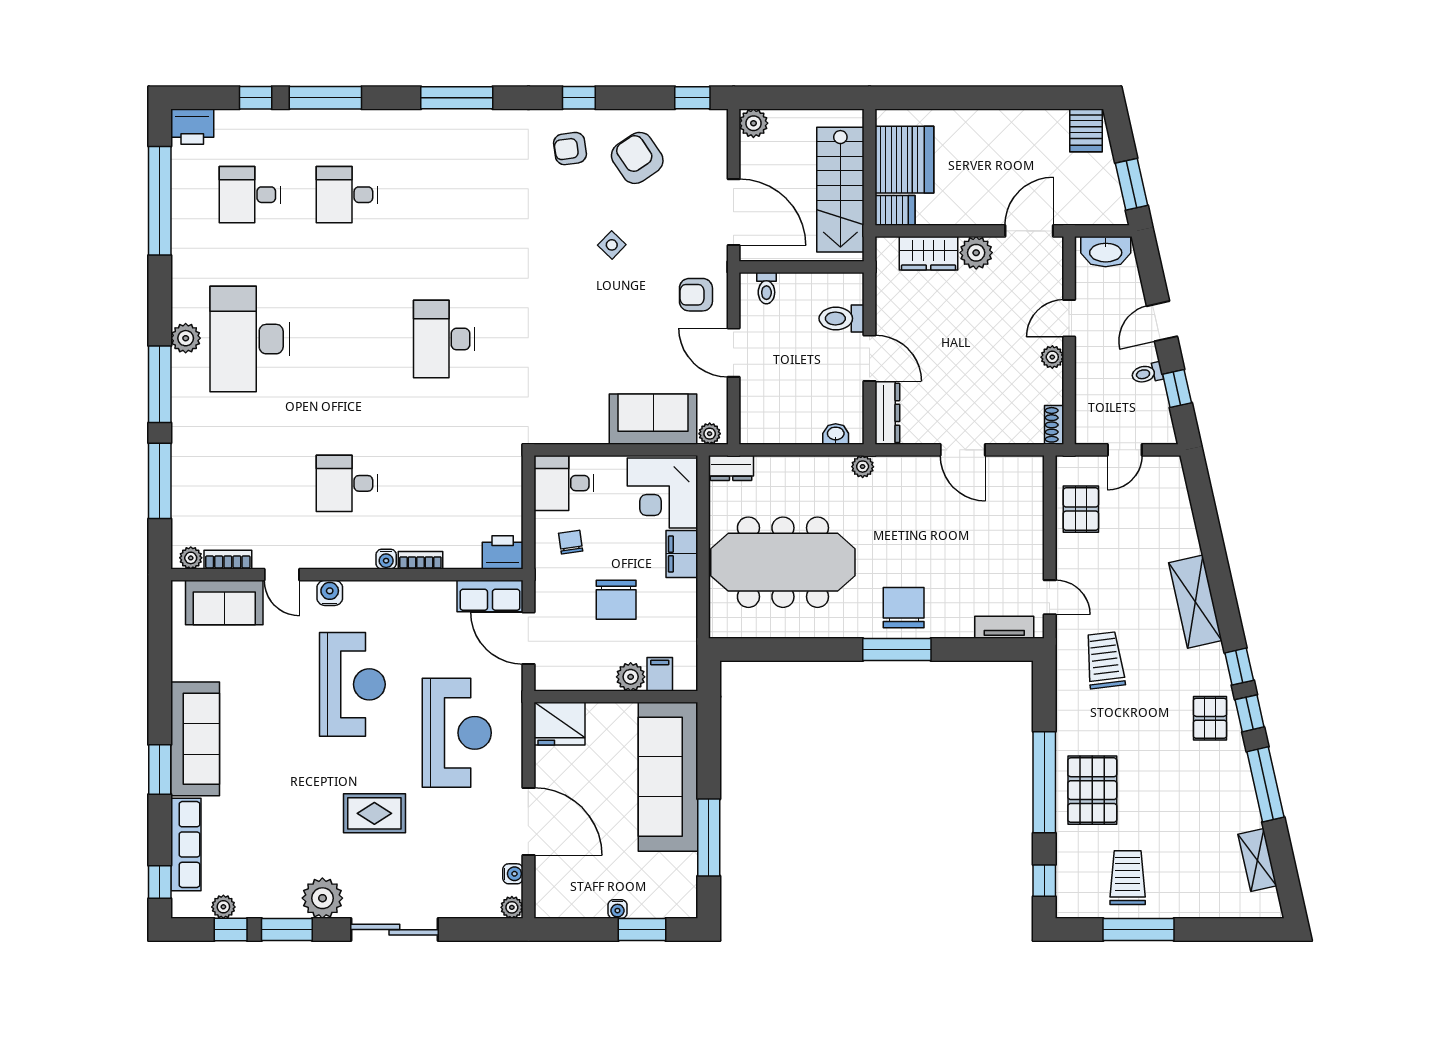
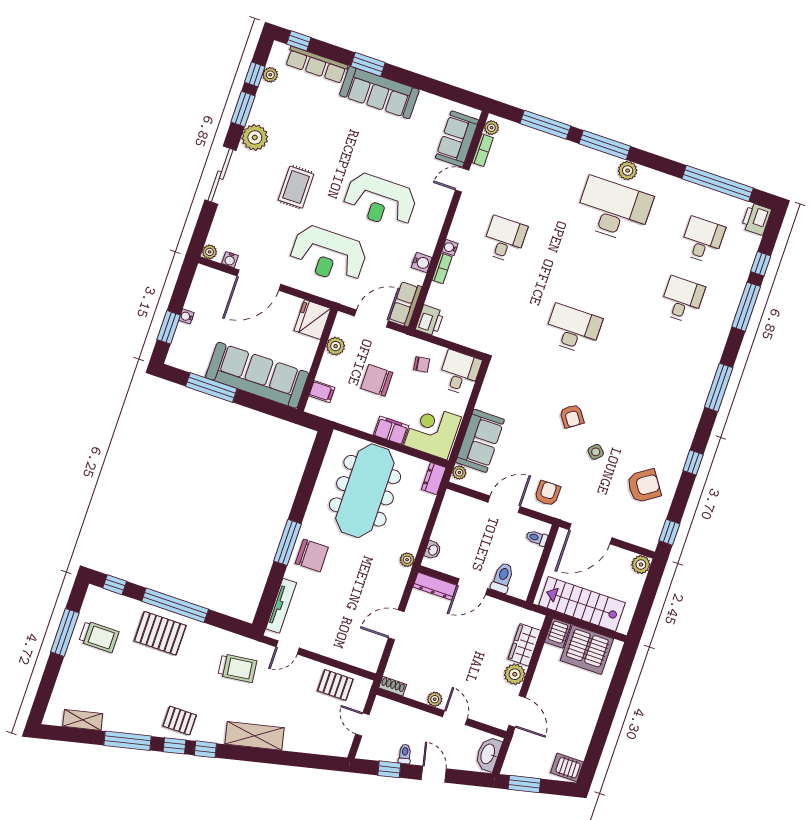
armchair: (570, 149) -> (572, 416), moved, turned 153
water cooler: (330, 593) -> (422, 262), moved
tv unit: (1004, 627) -> (281, 606), width x1.41
plant: (631, 677) -> (336, 346), moved

